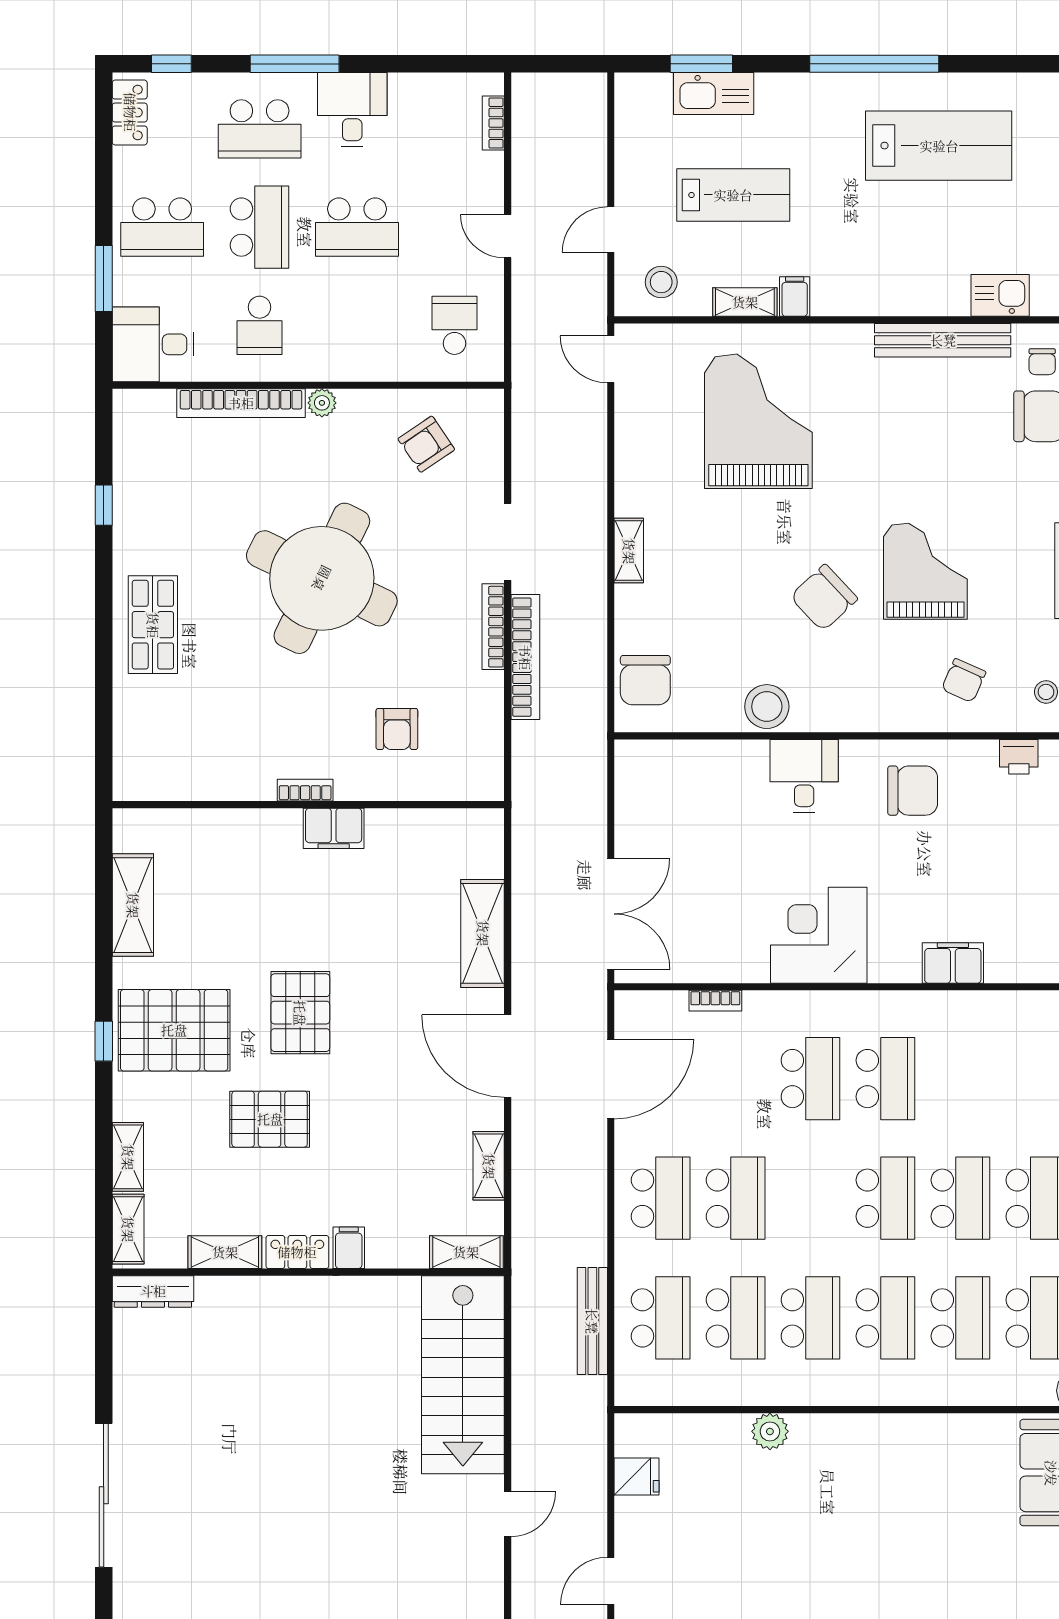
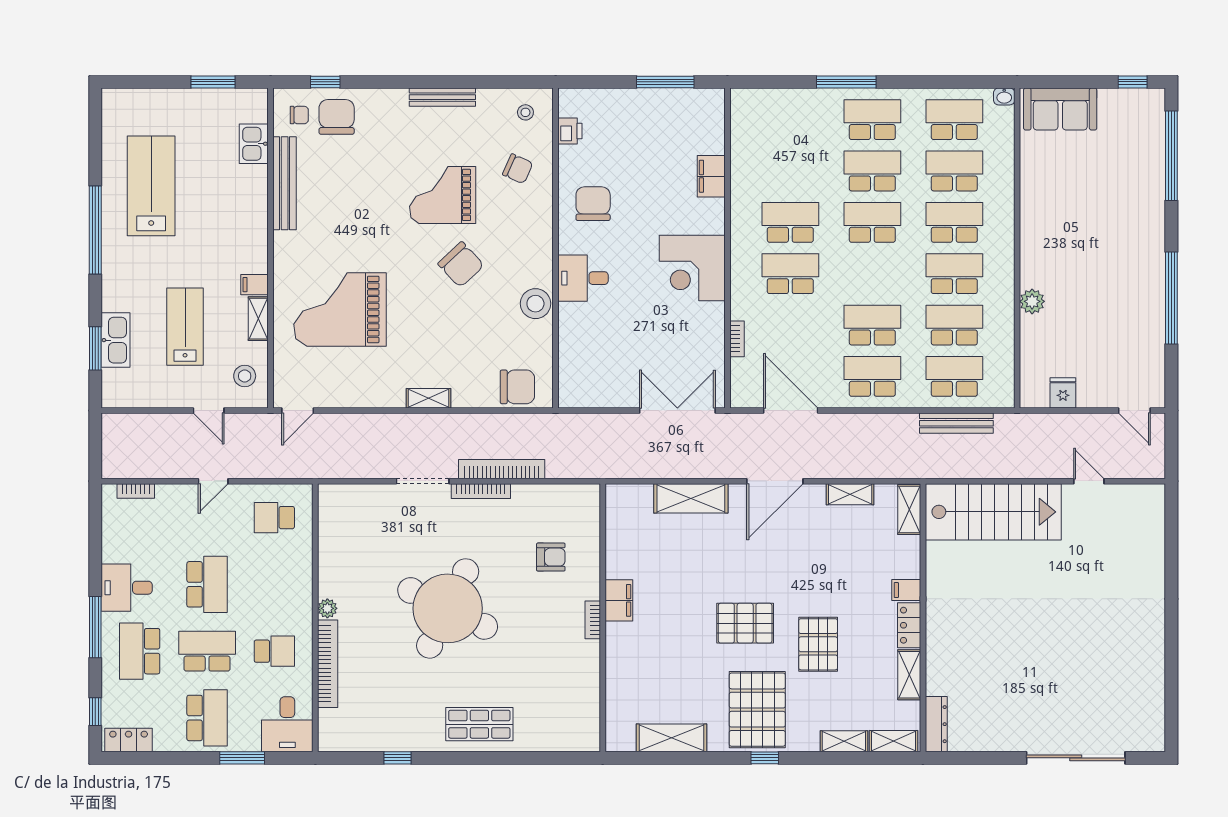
school desk: (260, 129) -> (140, 651), turned 180
armchair: (426, 444) -> (356, 537), removed

